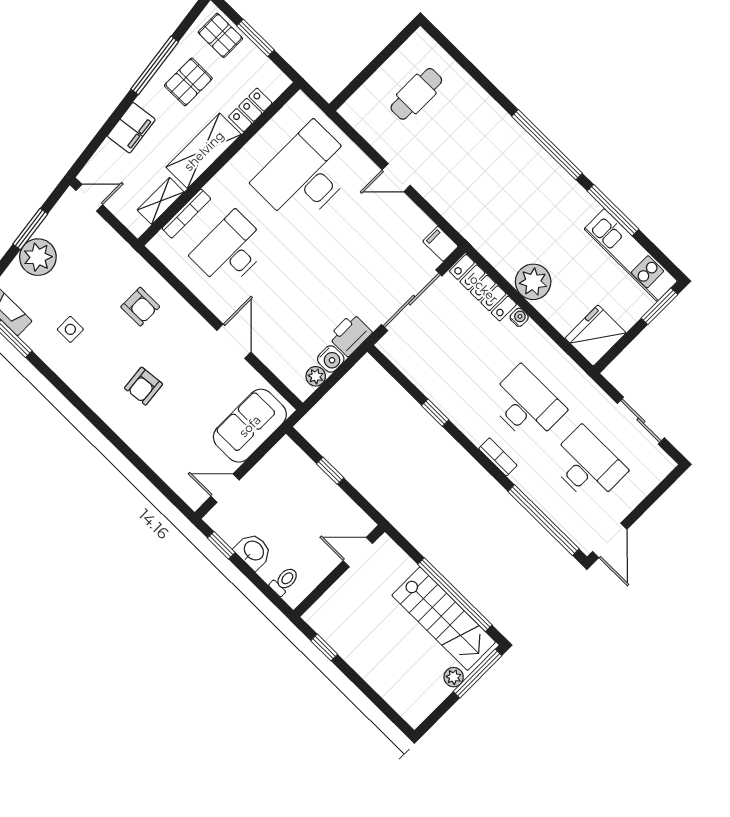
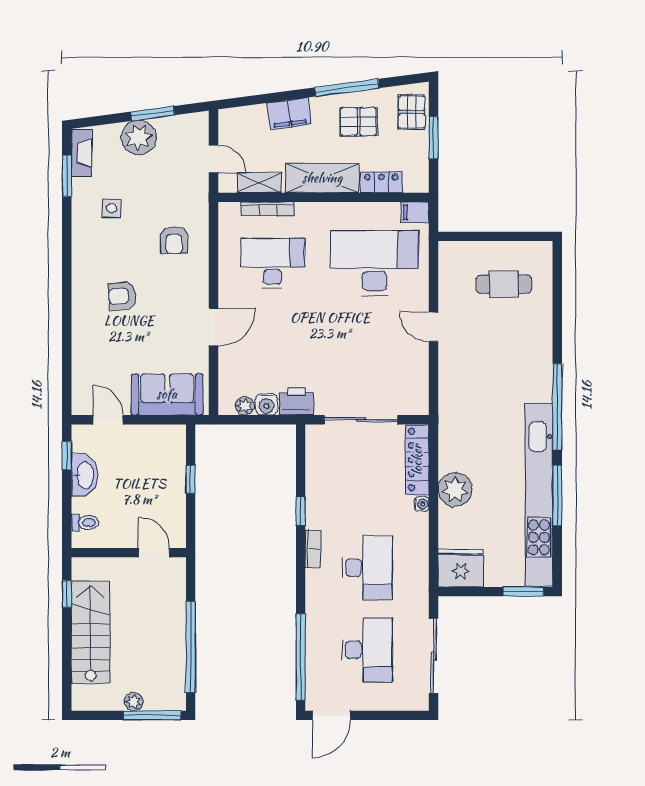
door: (89, 198) -> (214, 159), moved
filing cabinet: (440, 244) -> (415, 212), moved, turned -90
kitchen unit: (631, 255) -> (539, 495), width x1.86
sliding door: (641, 421) -> (434, 656), width x1.37
bookcase: (498, 457) -> (313, 549), moved
washbasin: (253, 551) -> (84, 475), width x1.38
stairs: (444, 619) -> (91, 632), moved, turned 180

